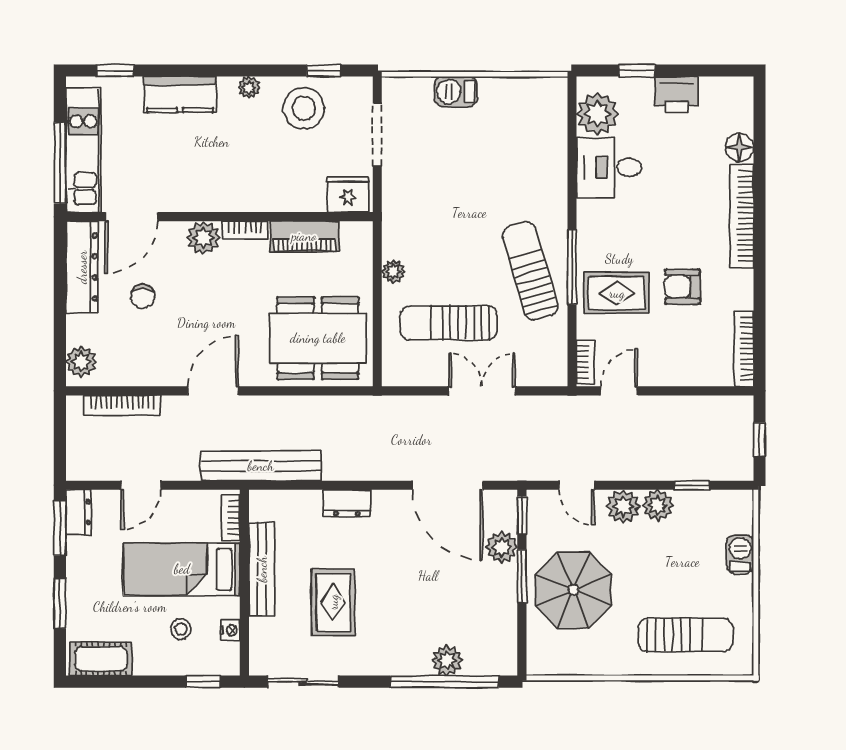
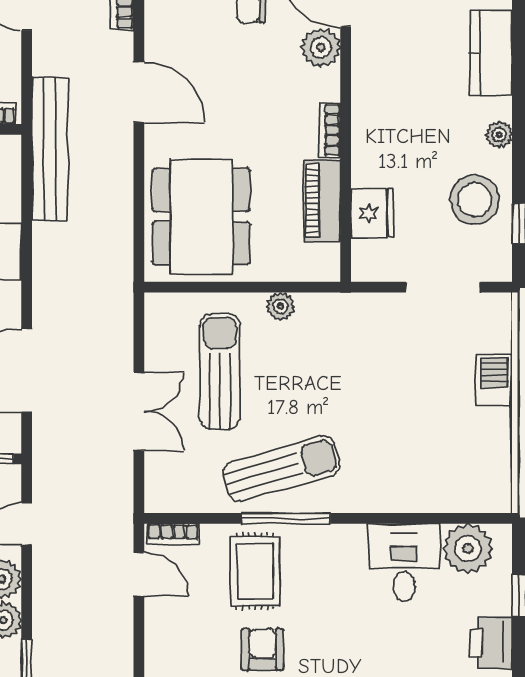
fridge: (348, 194) -> (372, 213), moved
plant: (203, 238) -> (321, 47), moved

